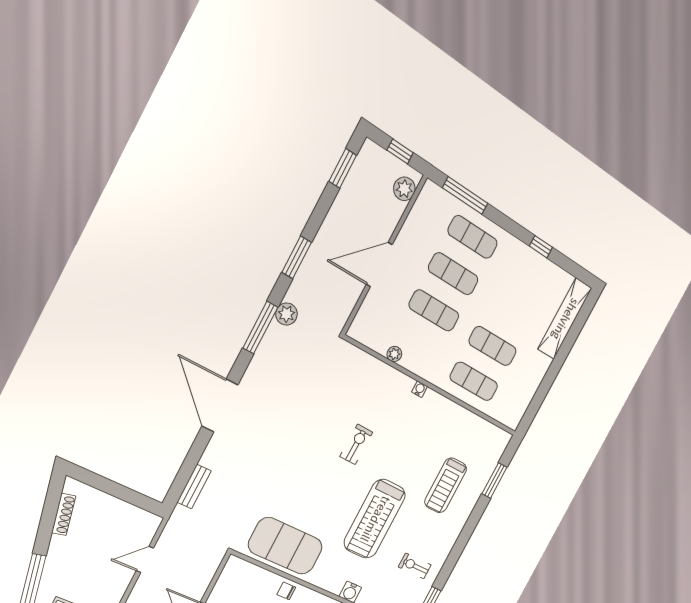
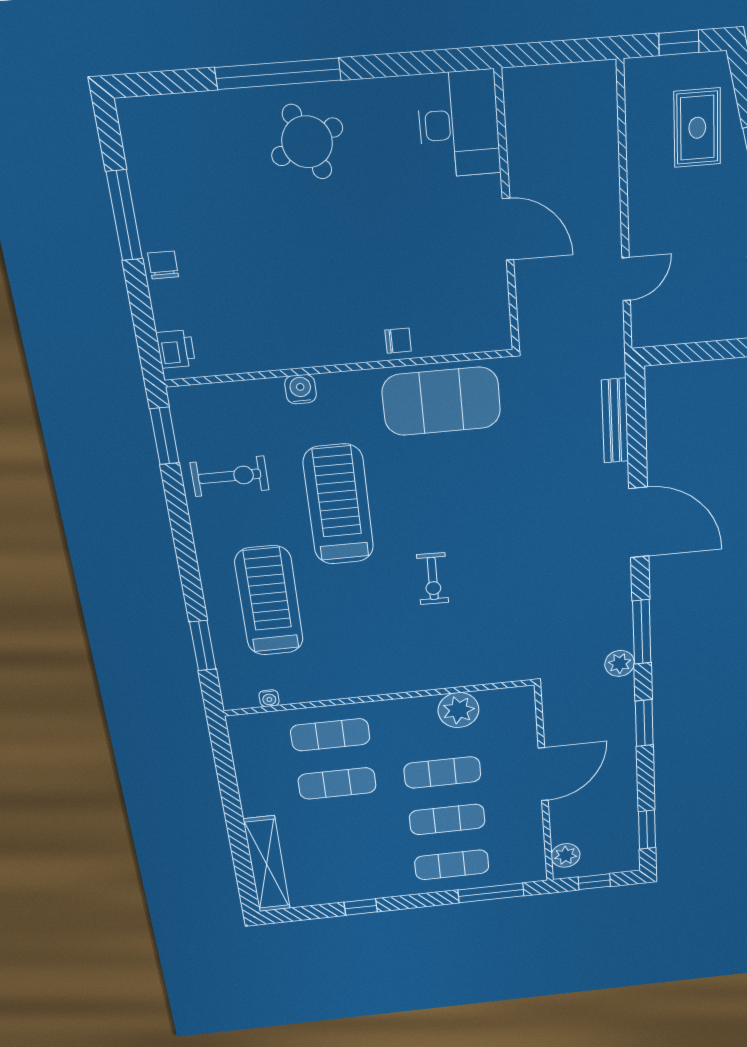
plant: (394, 354) -> (458, 710), width x1.88, depth x1.88
water cooler: (420, 389) -> (269, 698), moved
treadmill: (446, 485) -> (269, 601), width x1.37, depth x1.38
bench: (194, 487) -> (615, 421), width x1.36
exercise bike: (415, 566) -> (230, 476), width x1.38, depth x1.39

